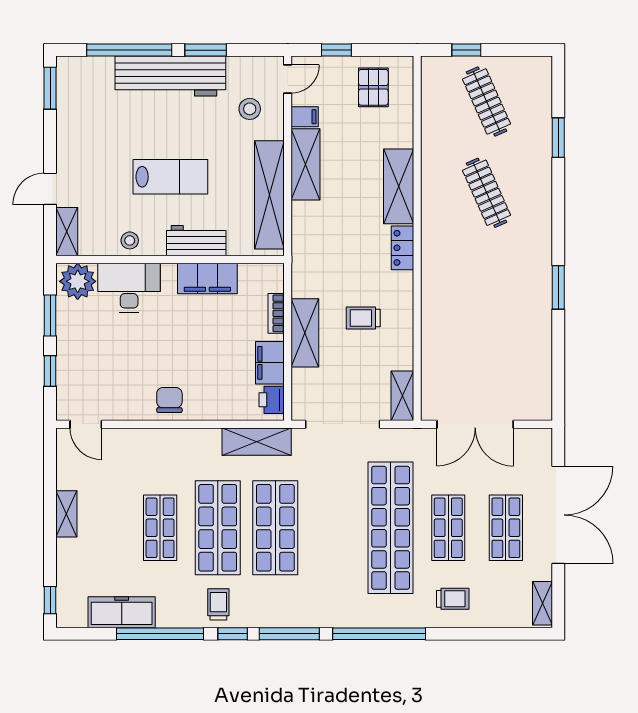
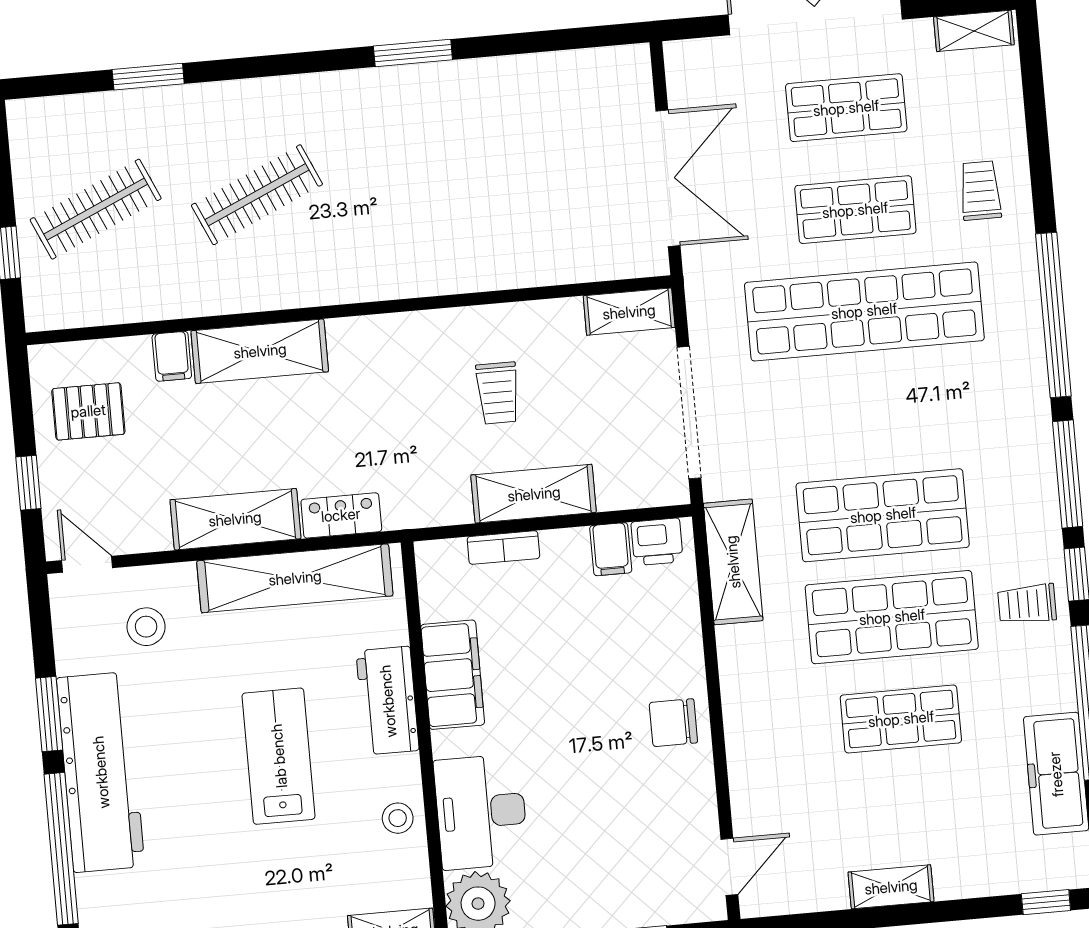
filing cabinet: (305, 117) -> (172, 356), moved, turned 180
locker: (402, 248) -> (341, 515), moved, turned 180
filing cabinet: (270, 363) -> (611, 549), width x0.50

